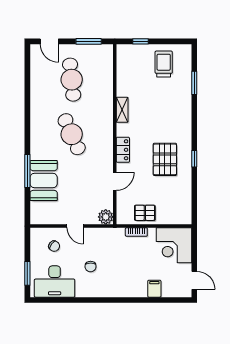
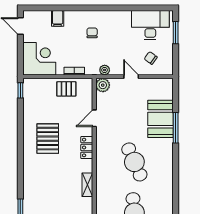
window: (194, 159) -> (20, 90), moved
plant: (104, 233) -> (105, 70), added
chair: (91, 267) -> (92, 33), moved

